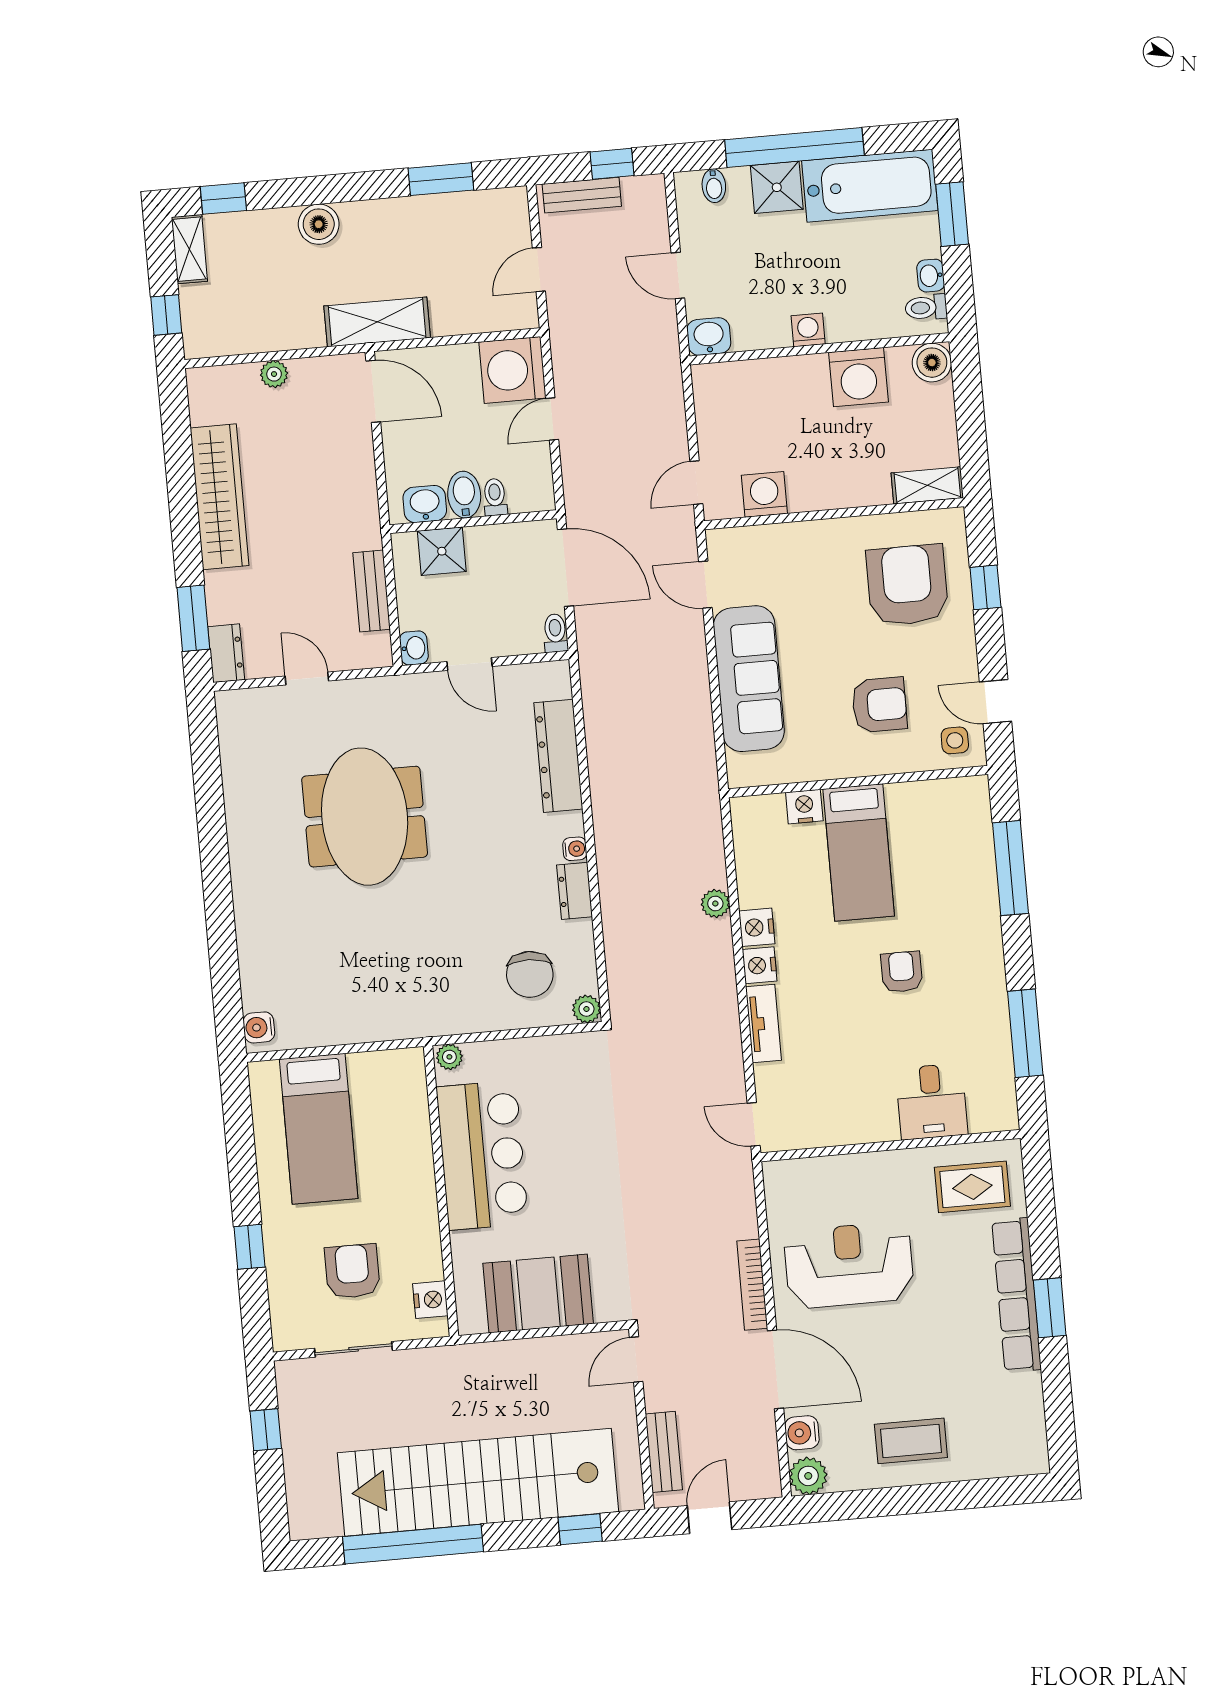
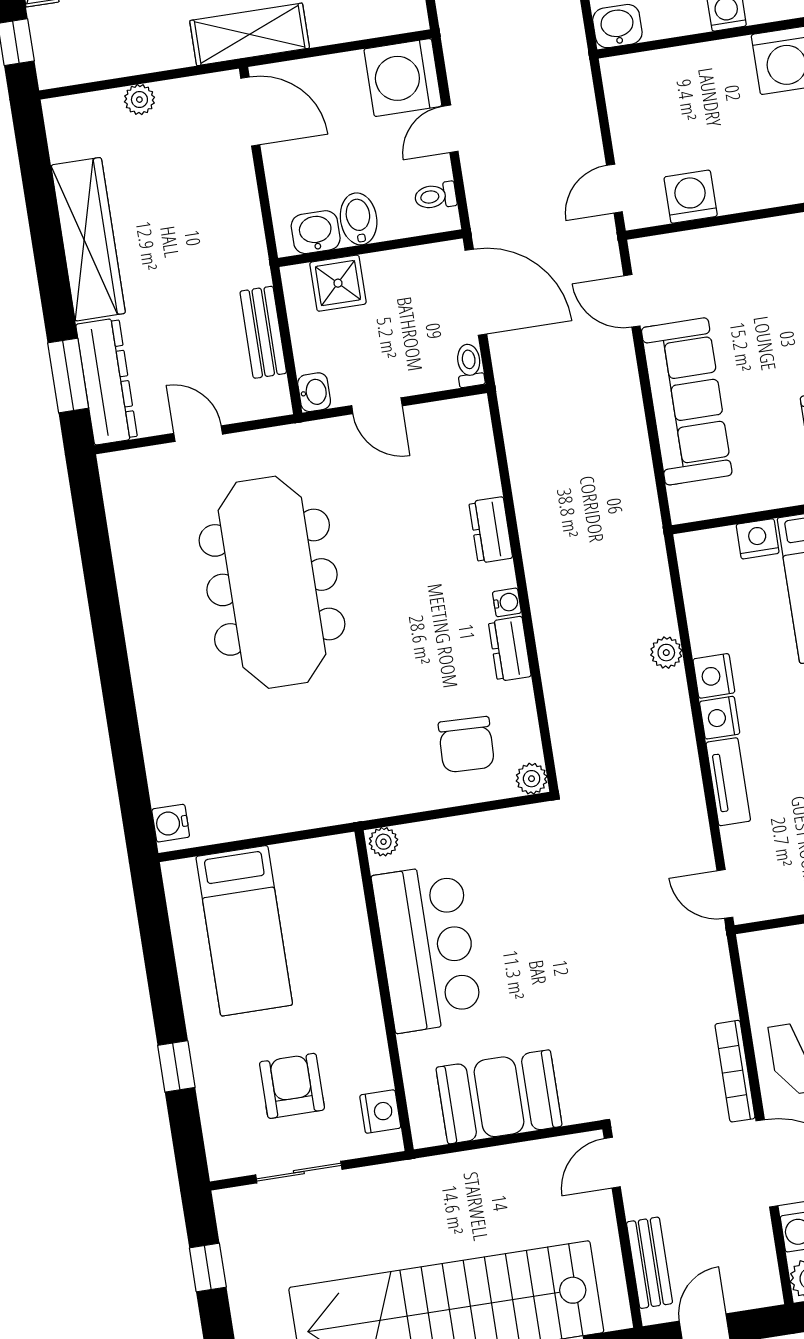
toilet: (495, 497) -> (436, 196), moved, turned -90
dresser: (226, 653) -> (107, 381), width x1.96, depth x1.24
dresser: (558, 756) -> (491, 530), width x0.51, depth x0.80
meeting table: (365, 817) -> (272, 582), width x1.36

